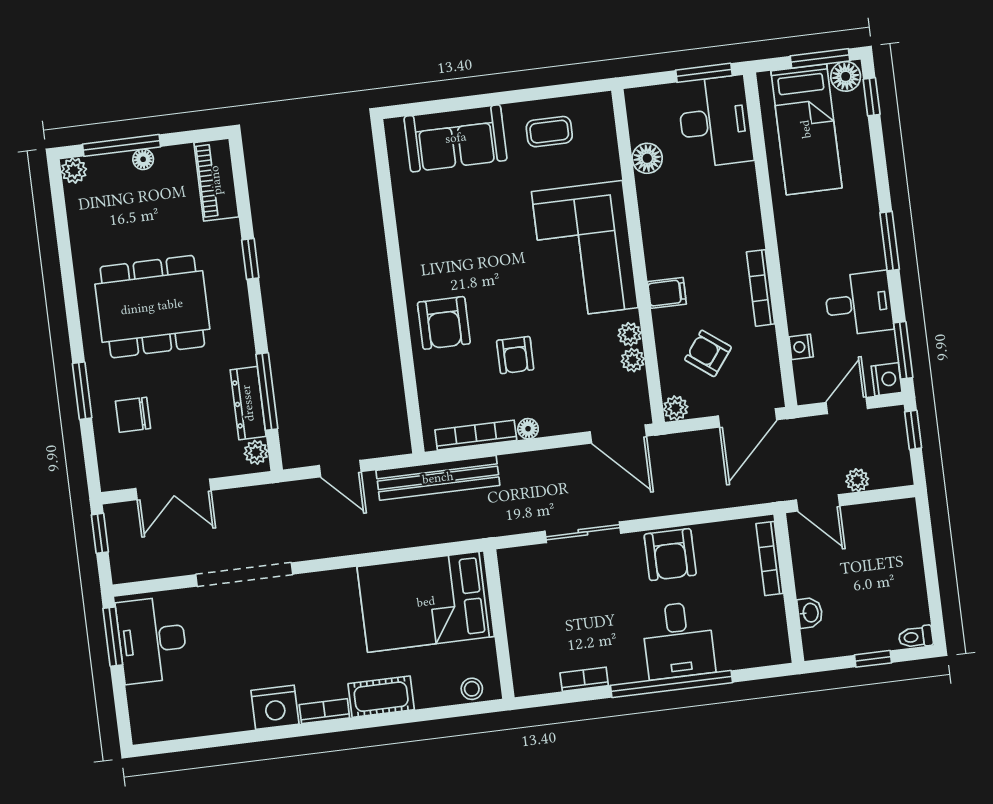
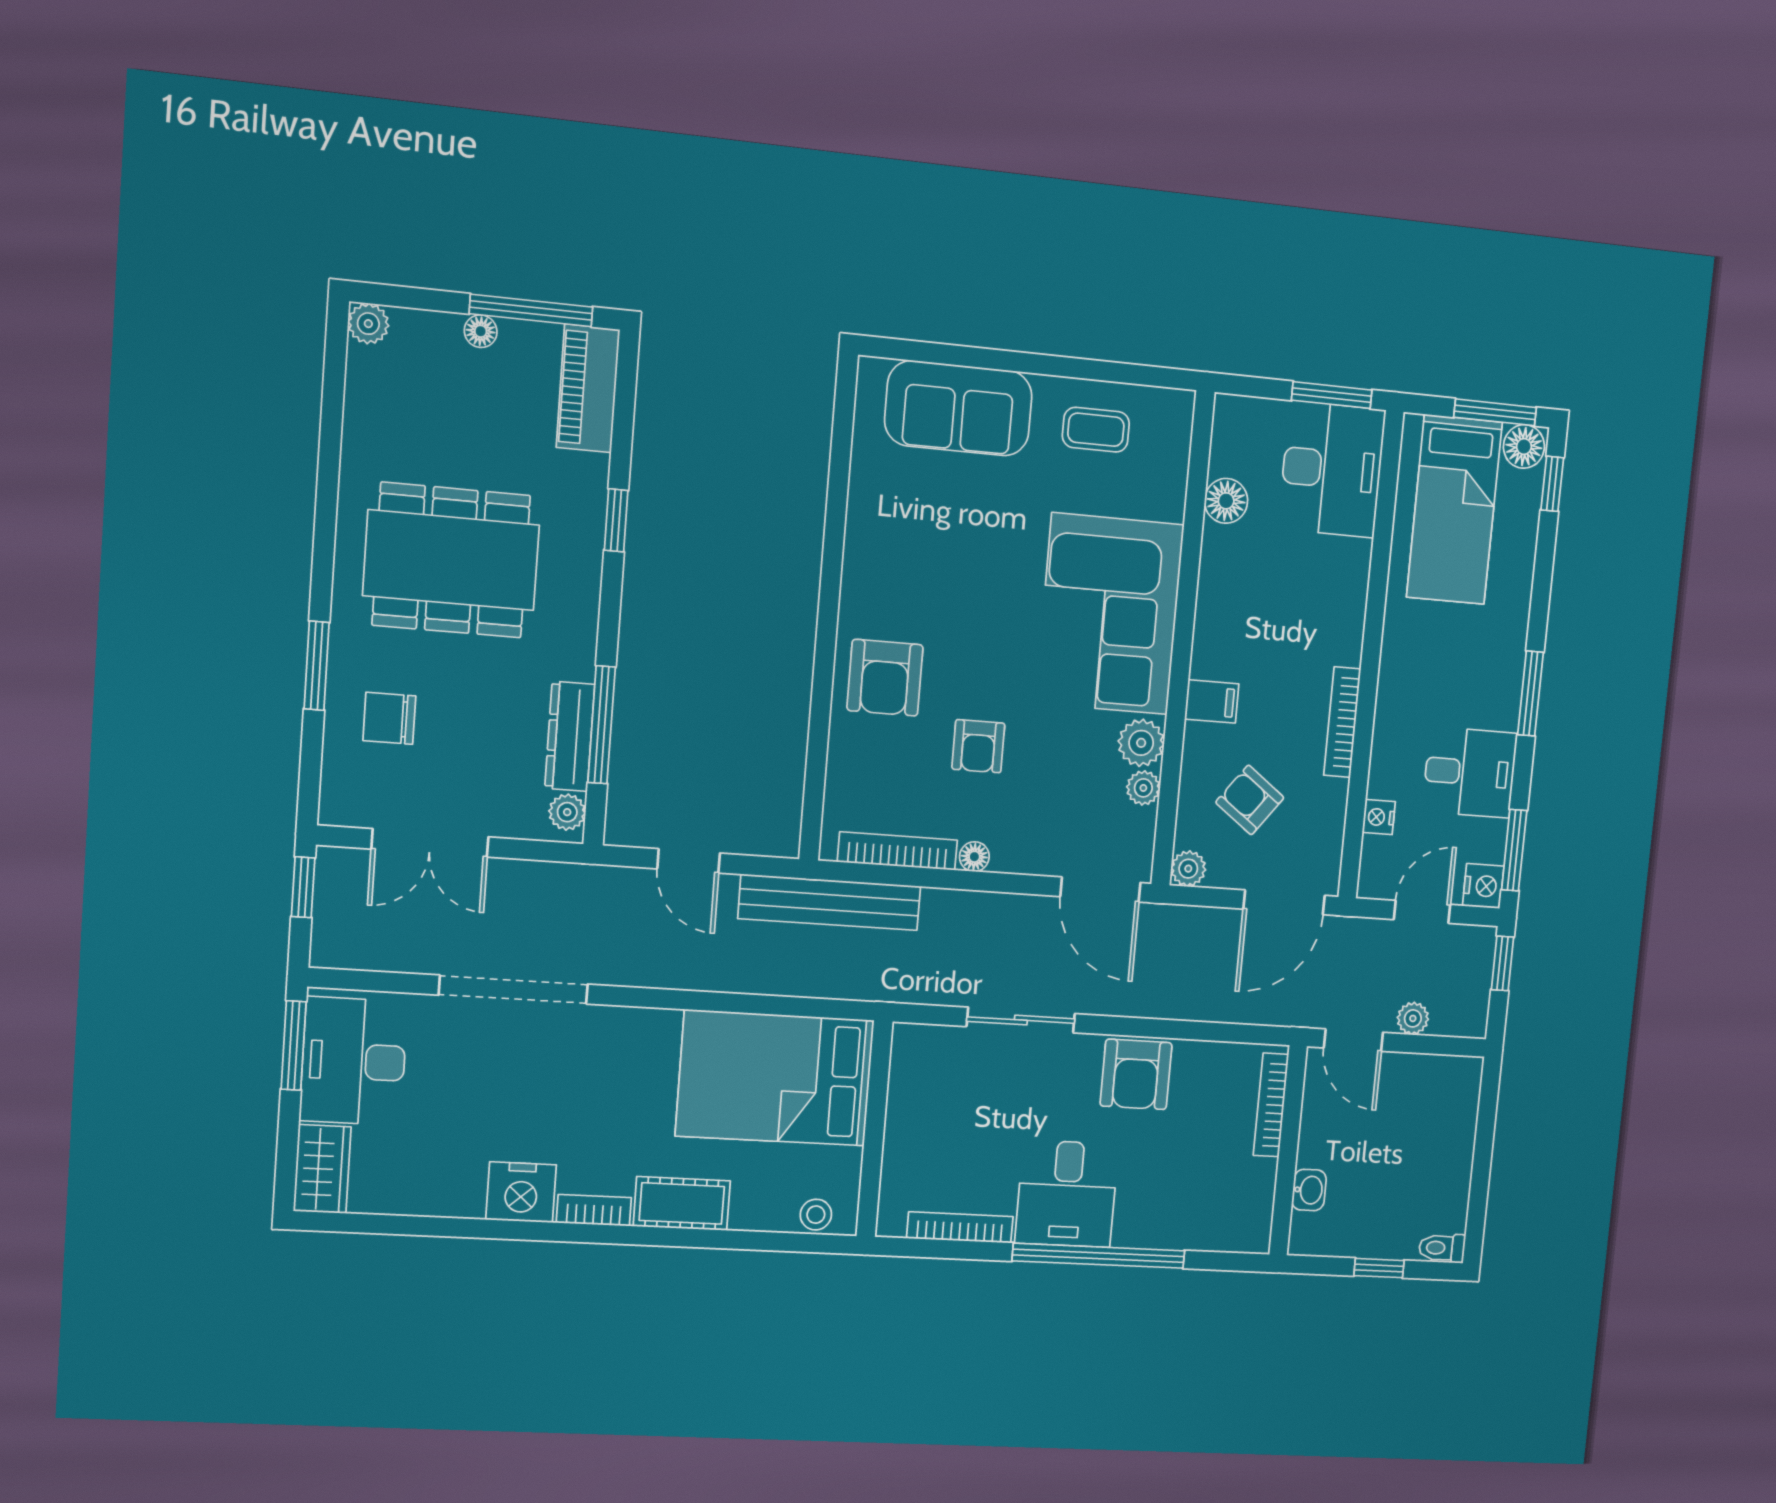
window: (122, 145) -> (531, 310), moved
plant: (630, 334) -> (1141, 743), width x1.38, depth x1.38
desk: (678, 640) -> (1067, 1194), moved
bookcase: (584, 679) -> (960, 1227), width x1.56
wardrobe: (146, 714) -> (322, 1169), added

